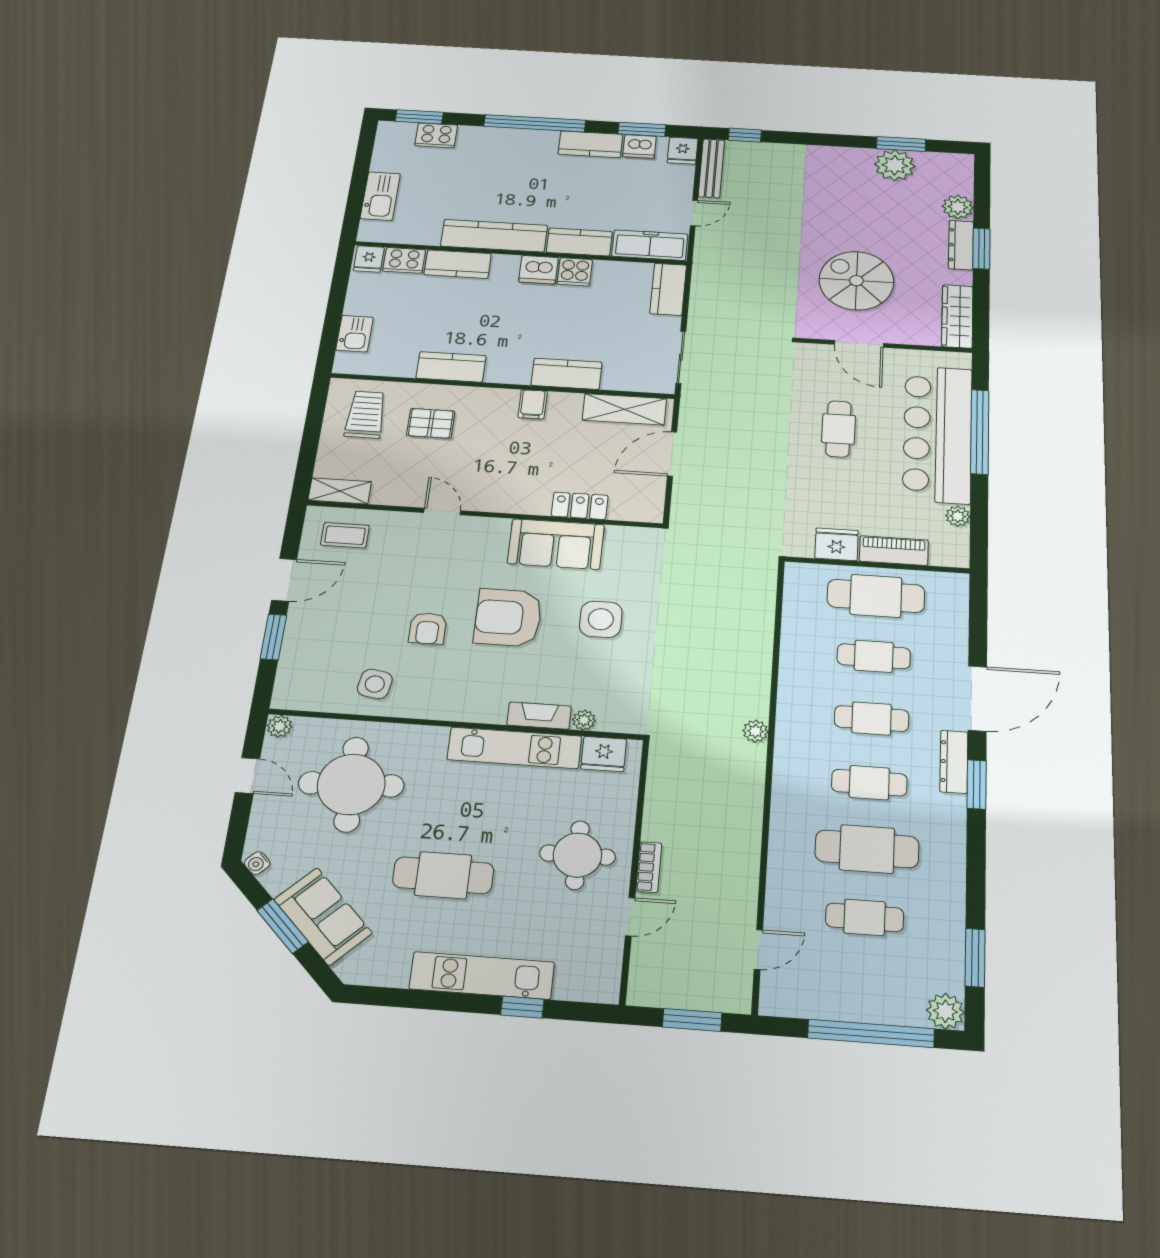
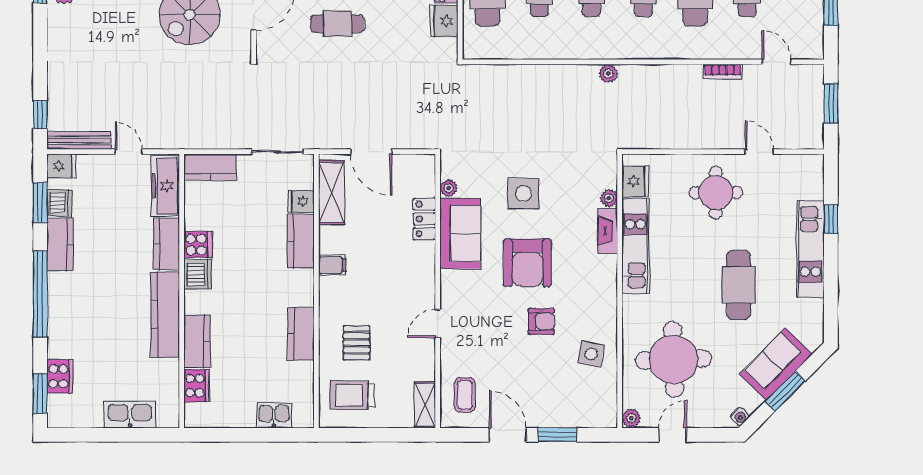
fridge: (369, 259) -> (301, 201), moved, turned 180
plant: (617, 535) -> (449, 188), added
bookcase: (649, 867) -> (723, 72), moved, turned 180

